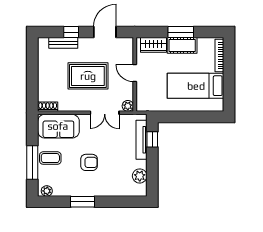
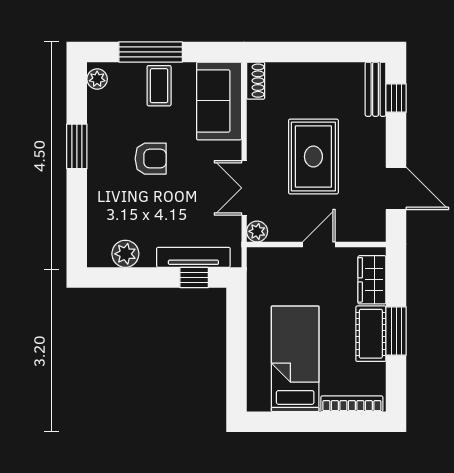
window: (71, 32) -> (396, 98), moved
bench: (63, 43) -> (376, 89), moved
armchair: (89, 162) -> (151, 159), turned -90

